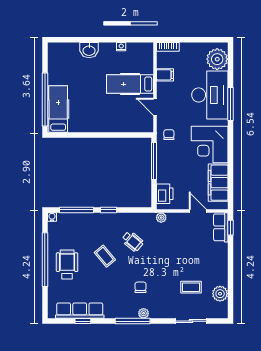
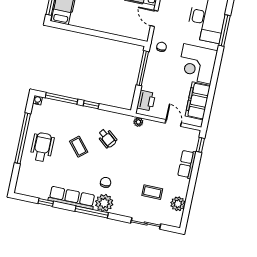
row of seats: (221, 227) -> (187, 164), moved
row of seats: (80, 311) -> (72, 198), moved
plant: (144, 313) -> (104, 203), width x1.87, depth x1.87

